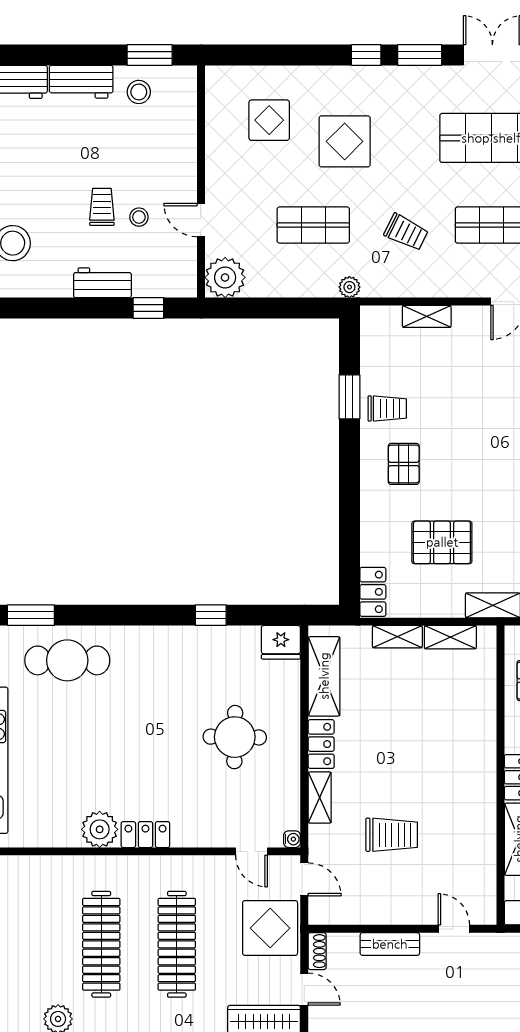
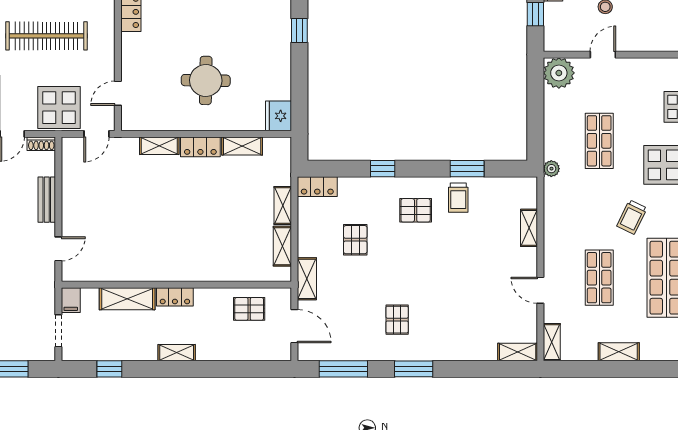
trolley: (406, 232) -> (632, 217), moved
window: (349, 507) -> (383, 169), added
pallet: (442, 542) -> (355, 240), width x0.67, depth x0.71
window: (211, 615) -> (299, 31), moved
shelving: (324, 676) -> (242, 146), width x0.67, depth x0.75
trolley: (392, 835) -> (131, 201), removed
water cooler: (292, 839) -> (127, 124), removed

